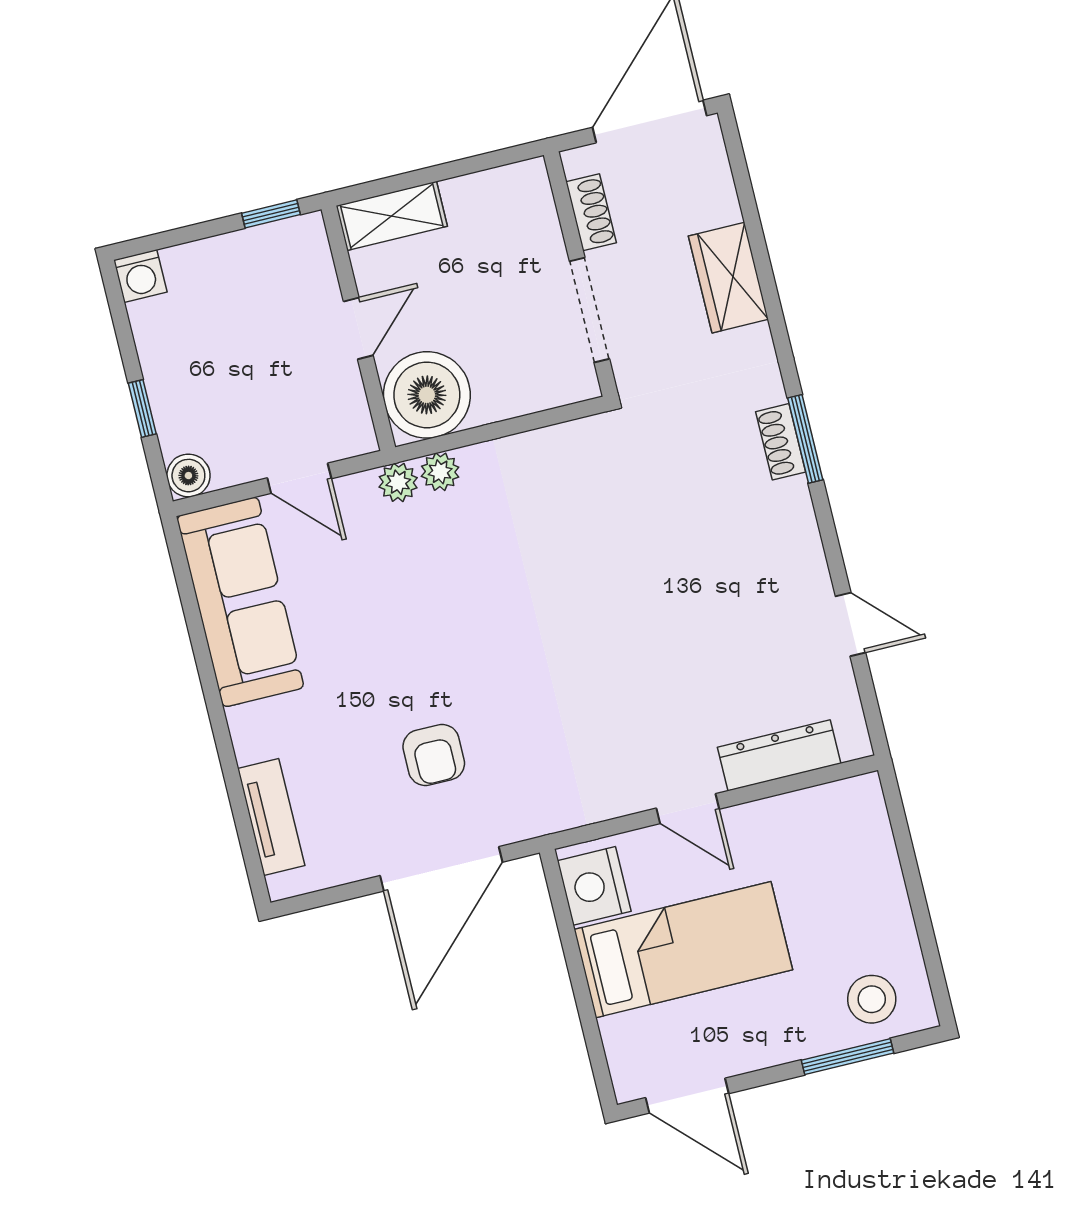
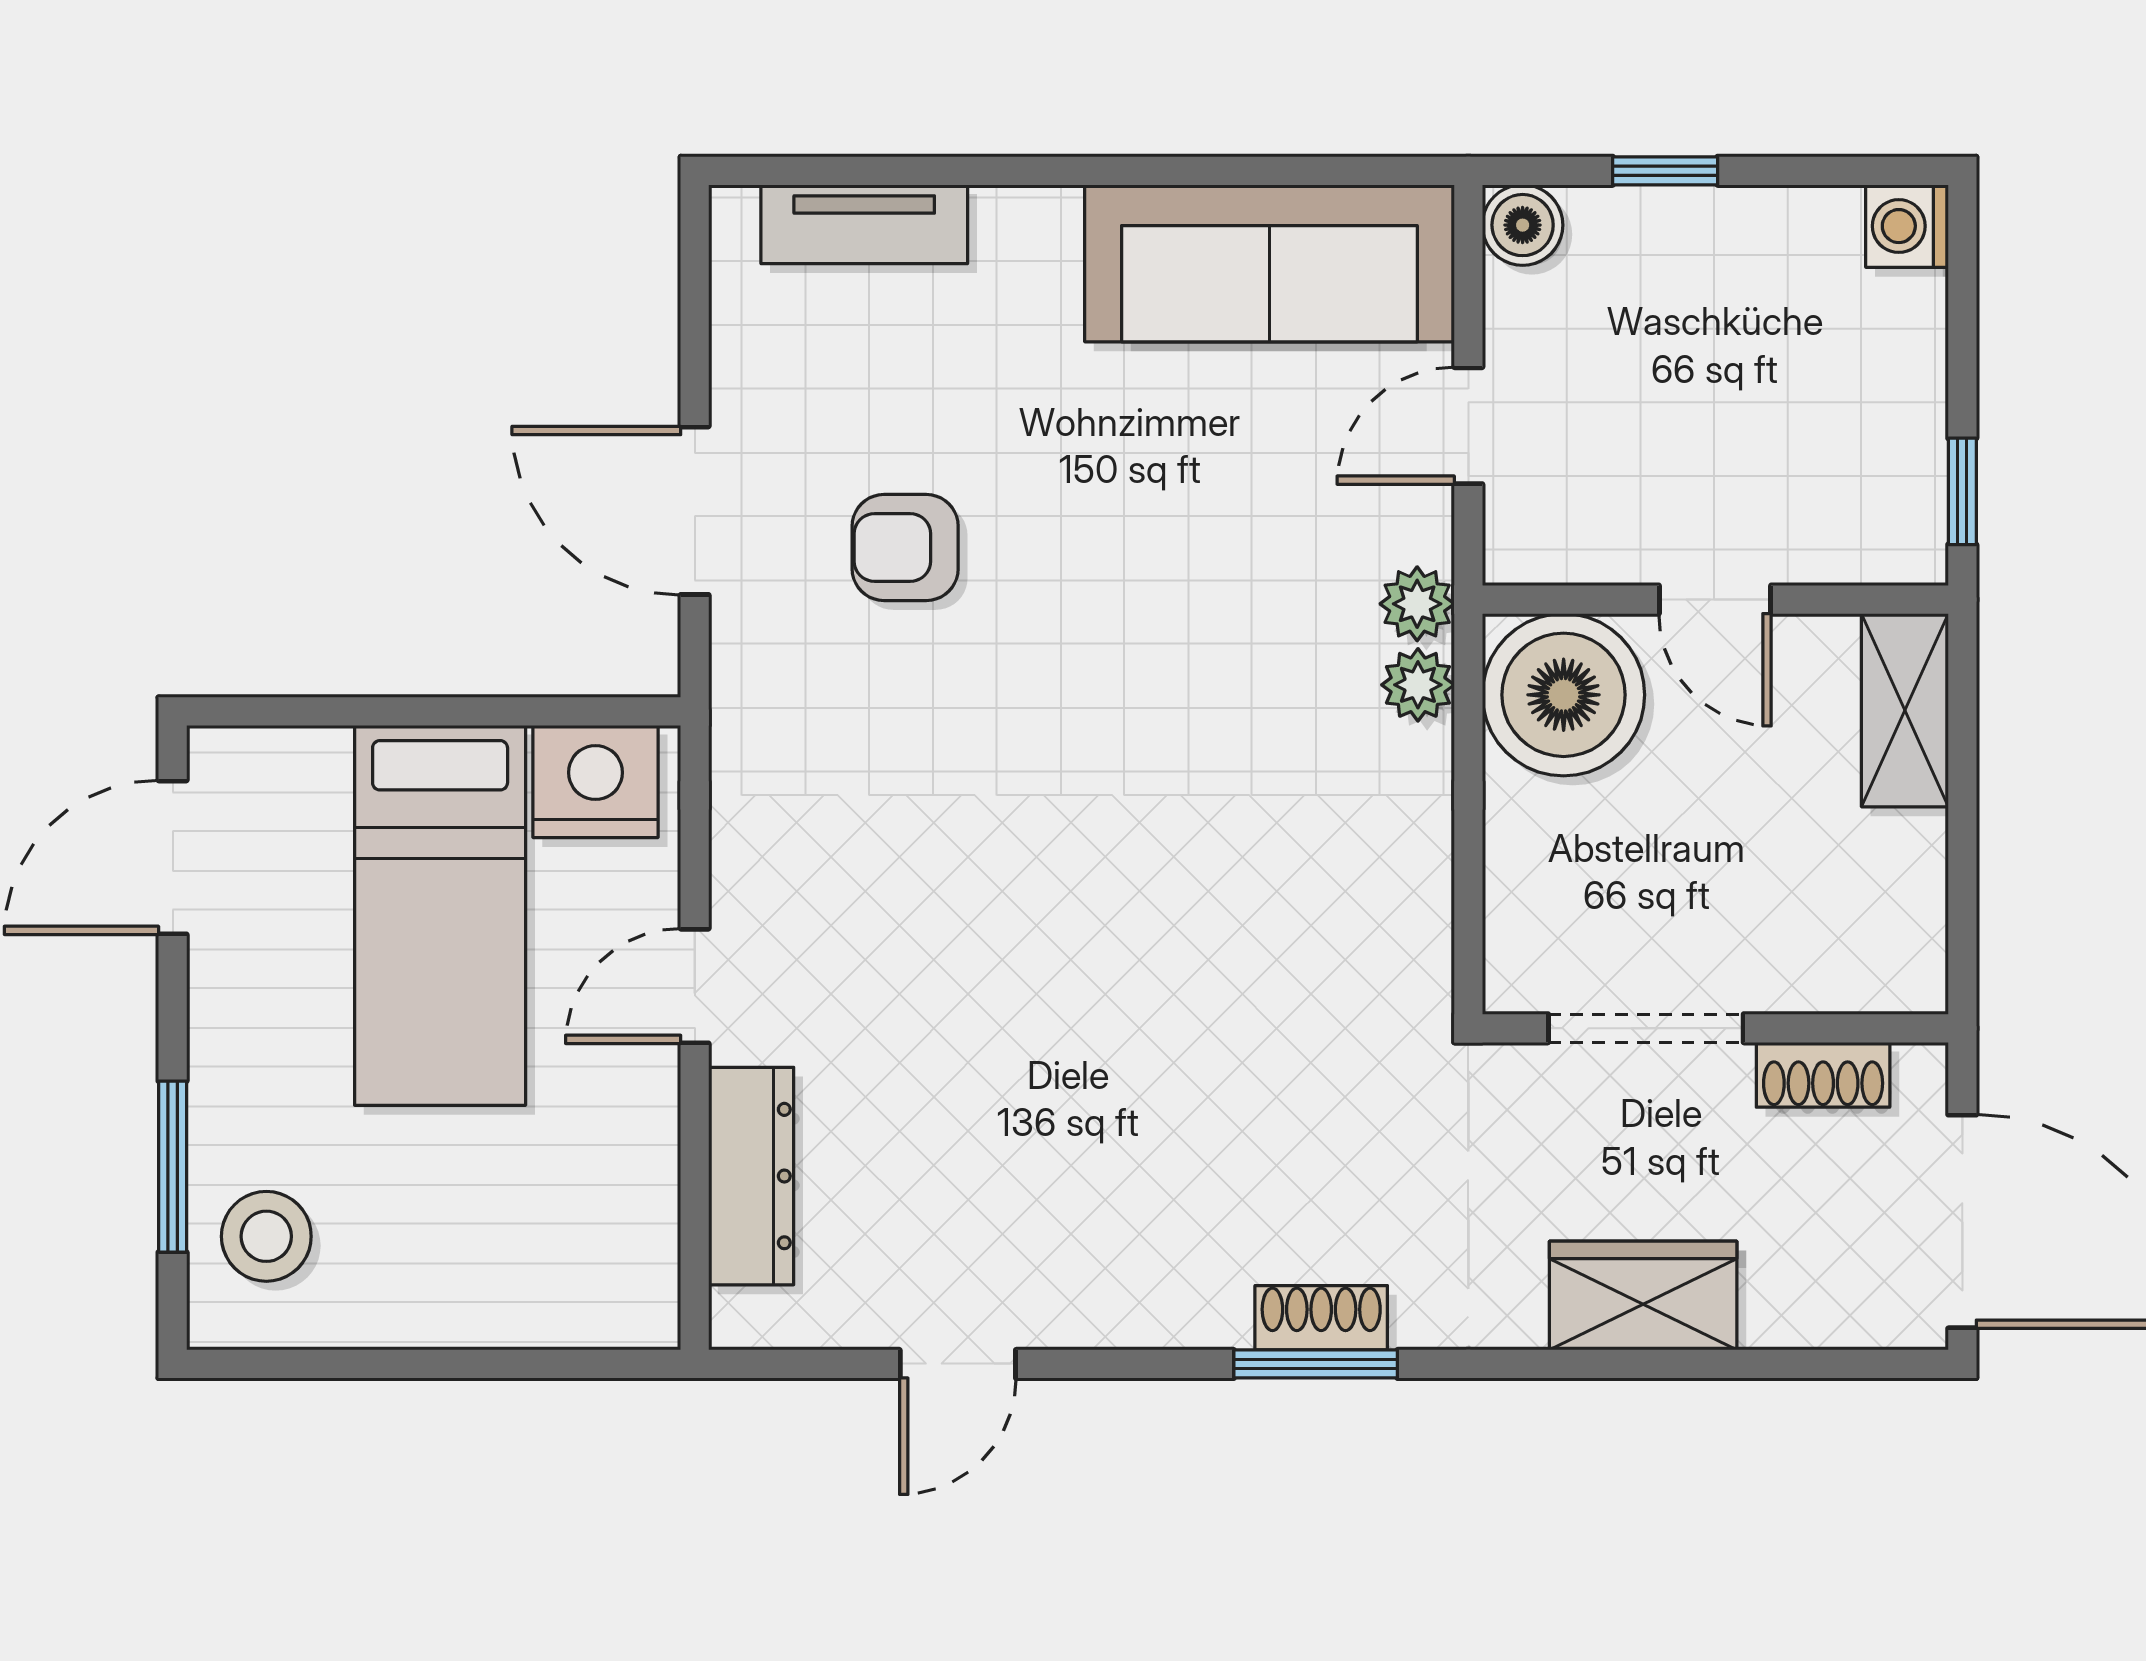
door: (441, 869) -> (695, 511), width x0.73

